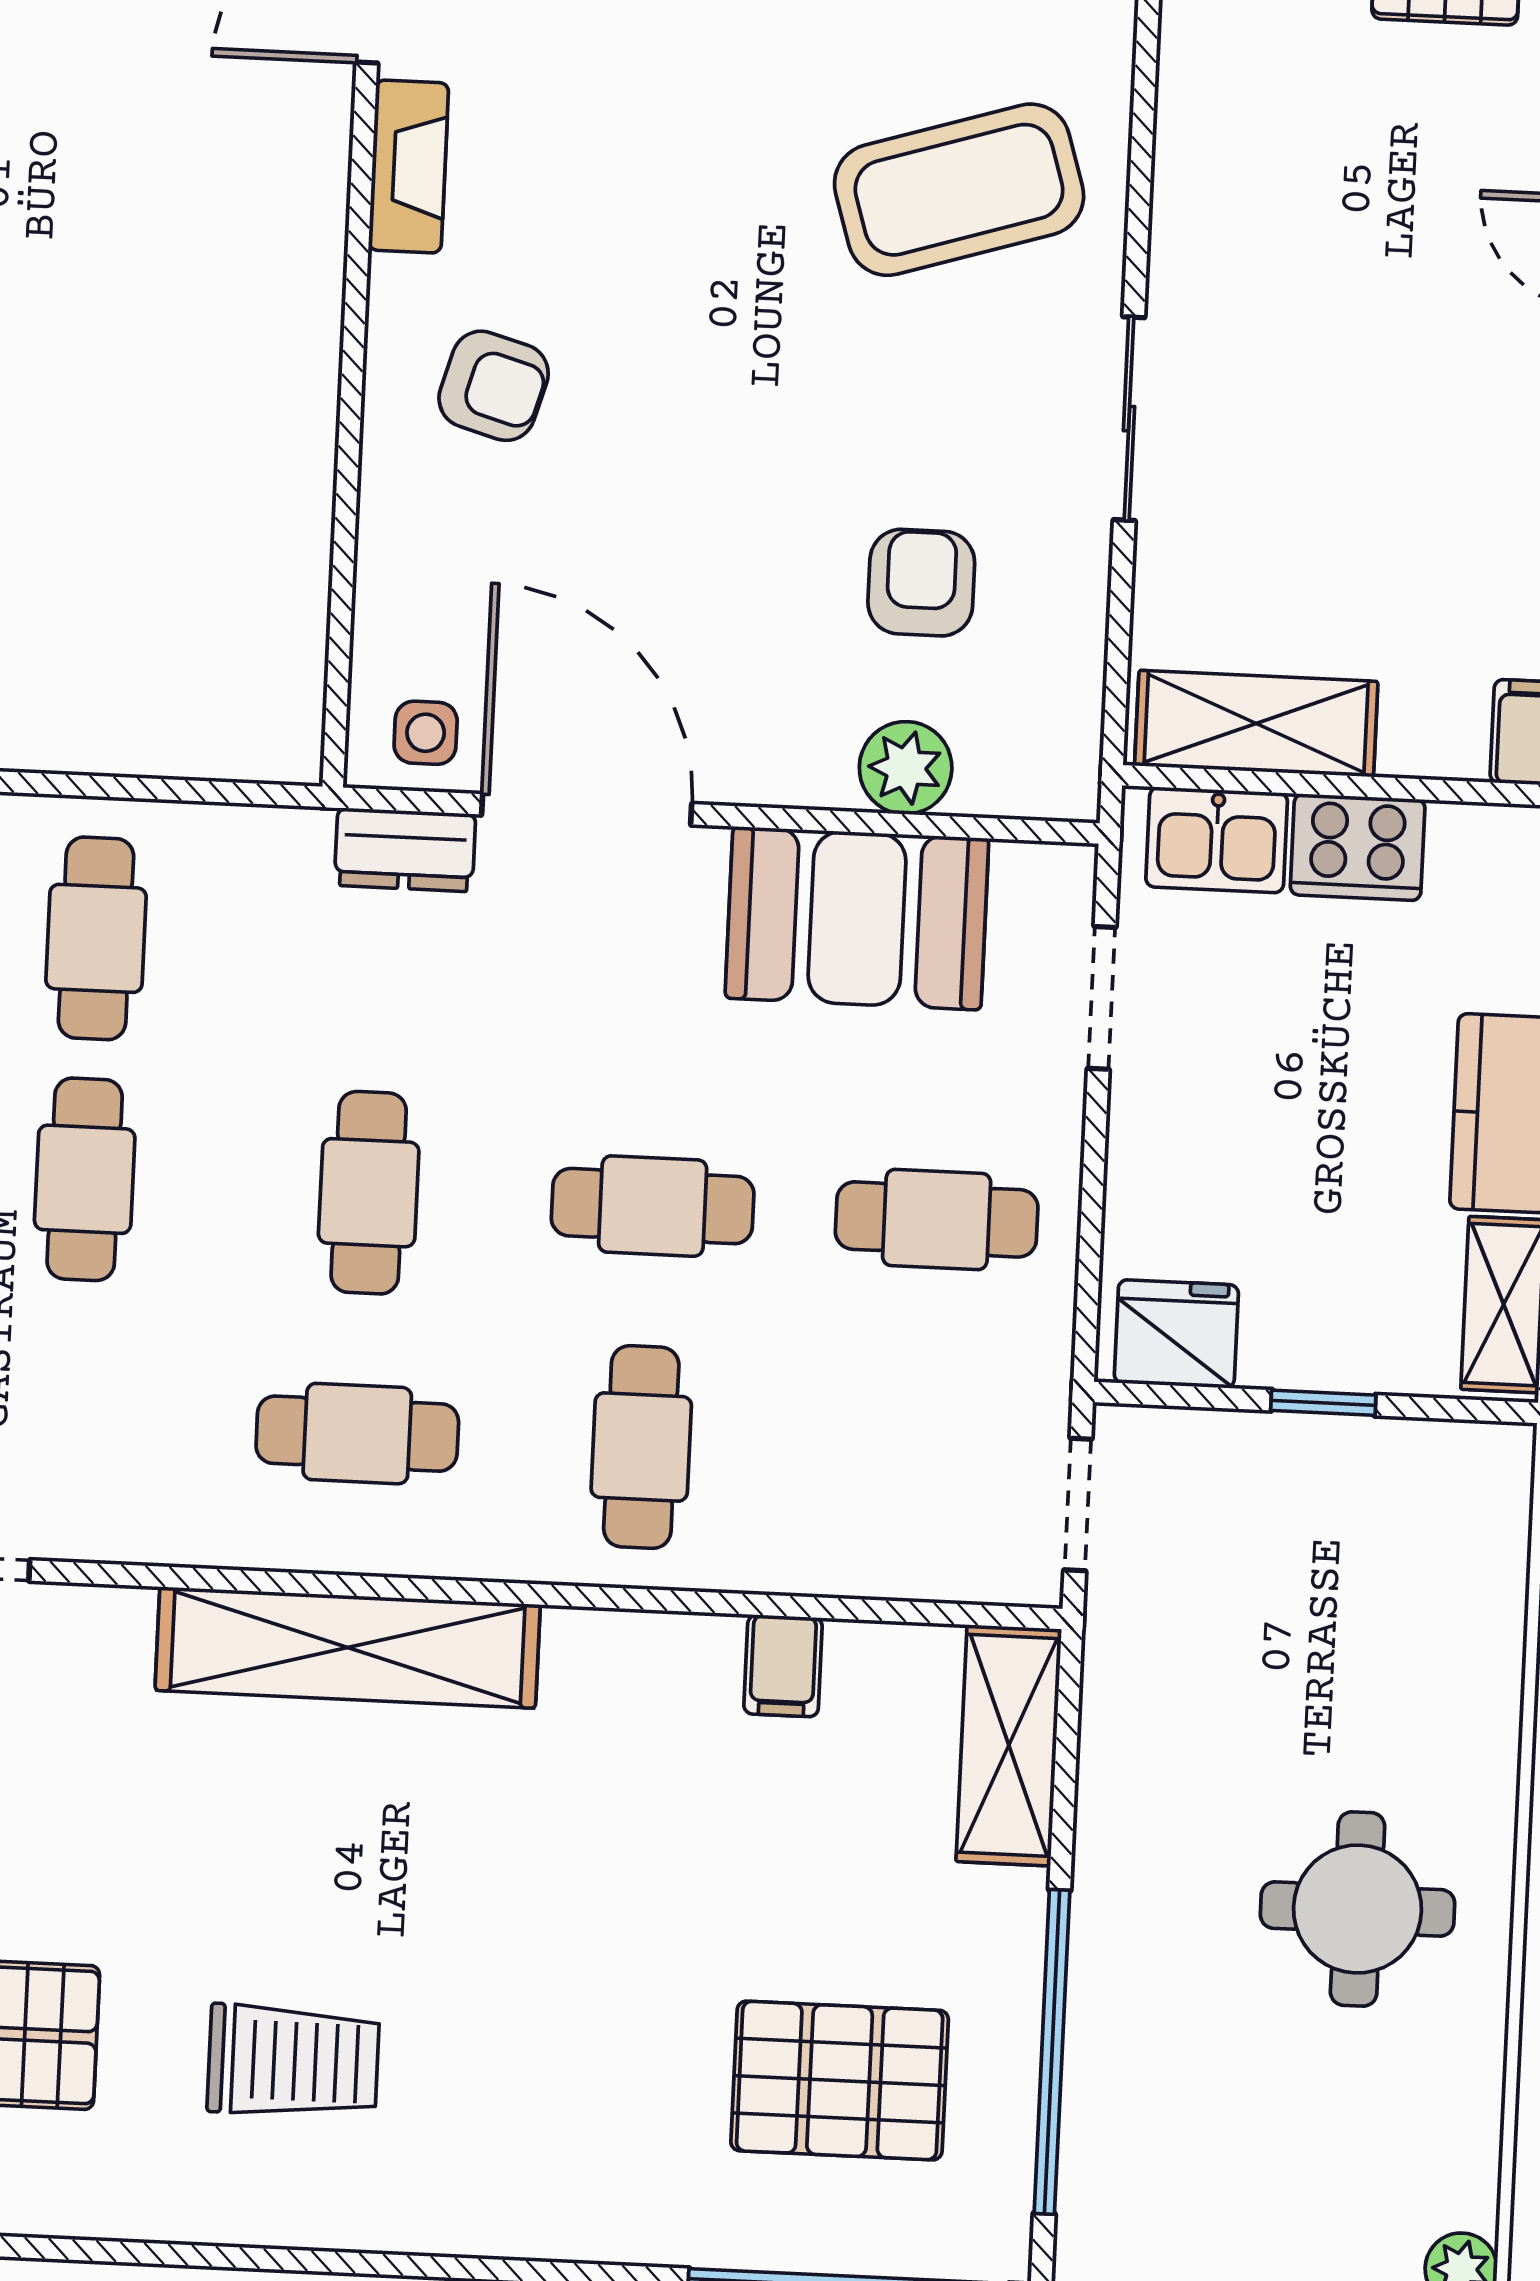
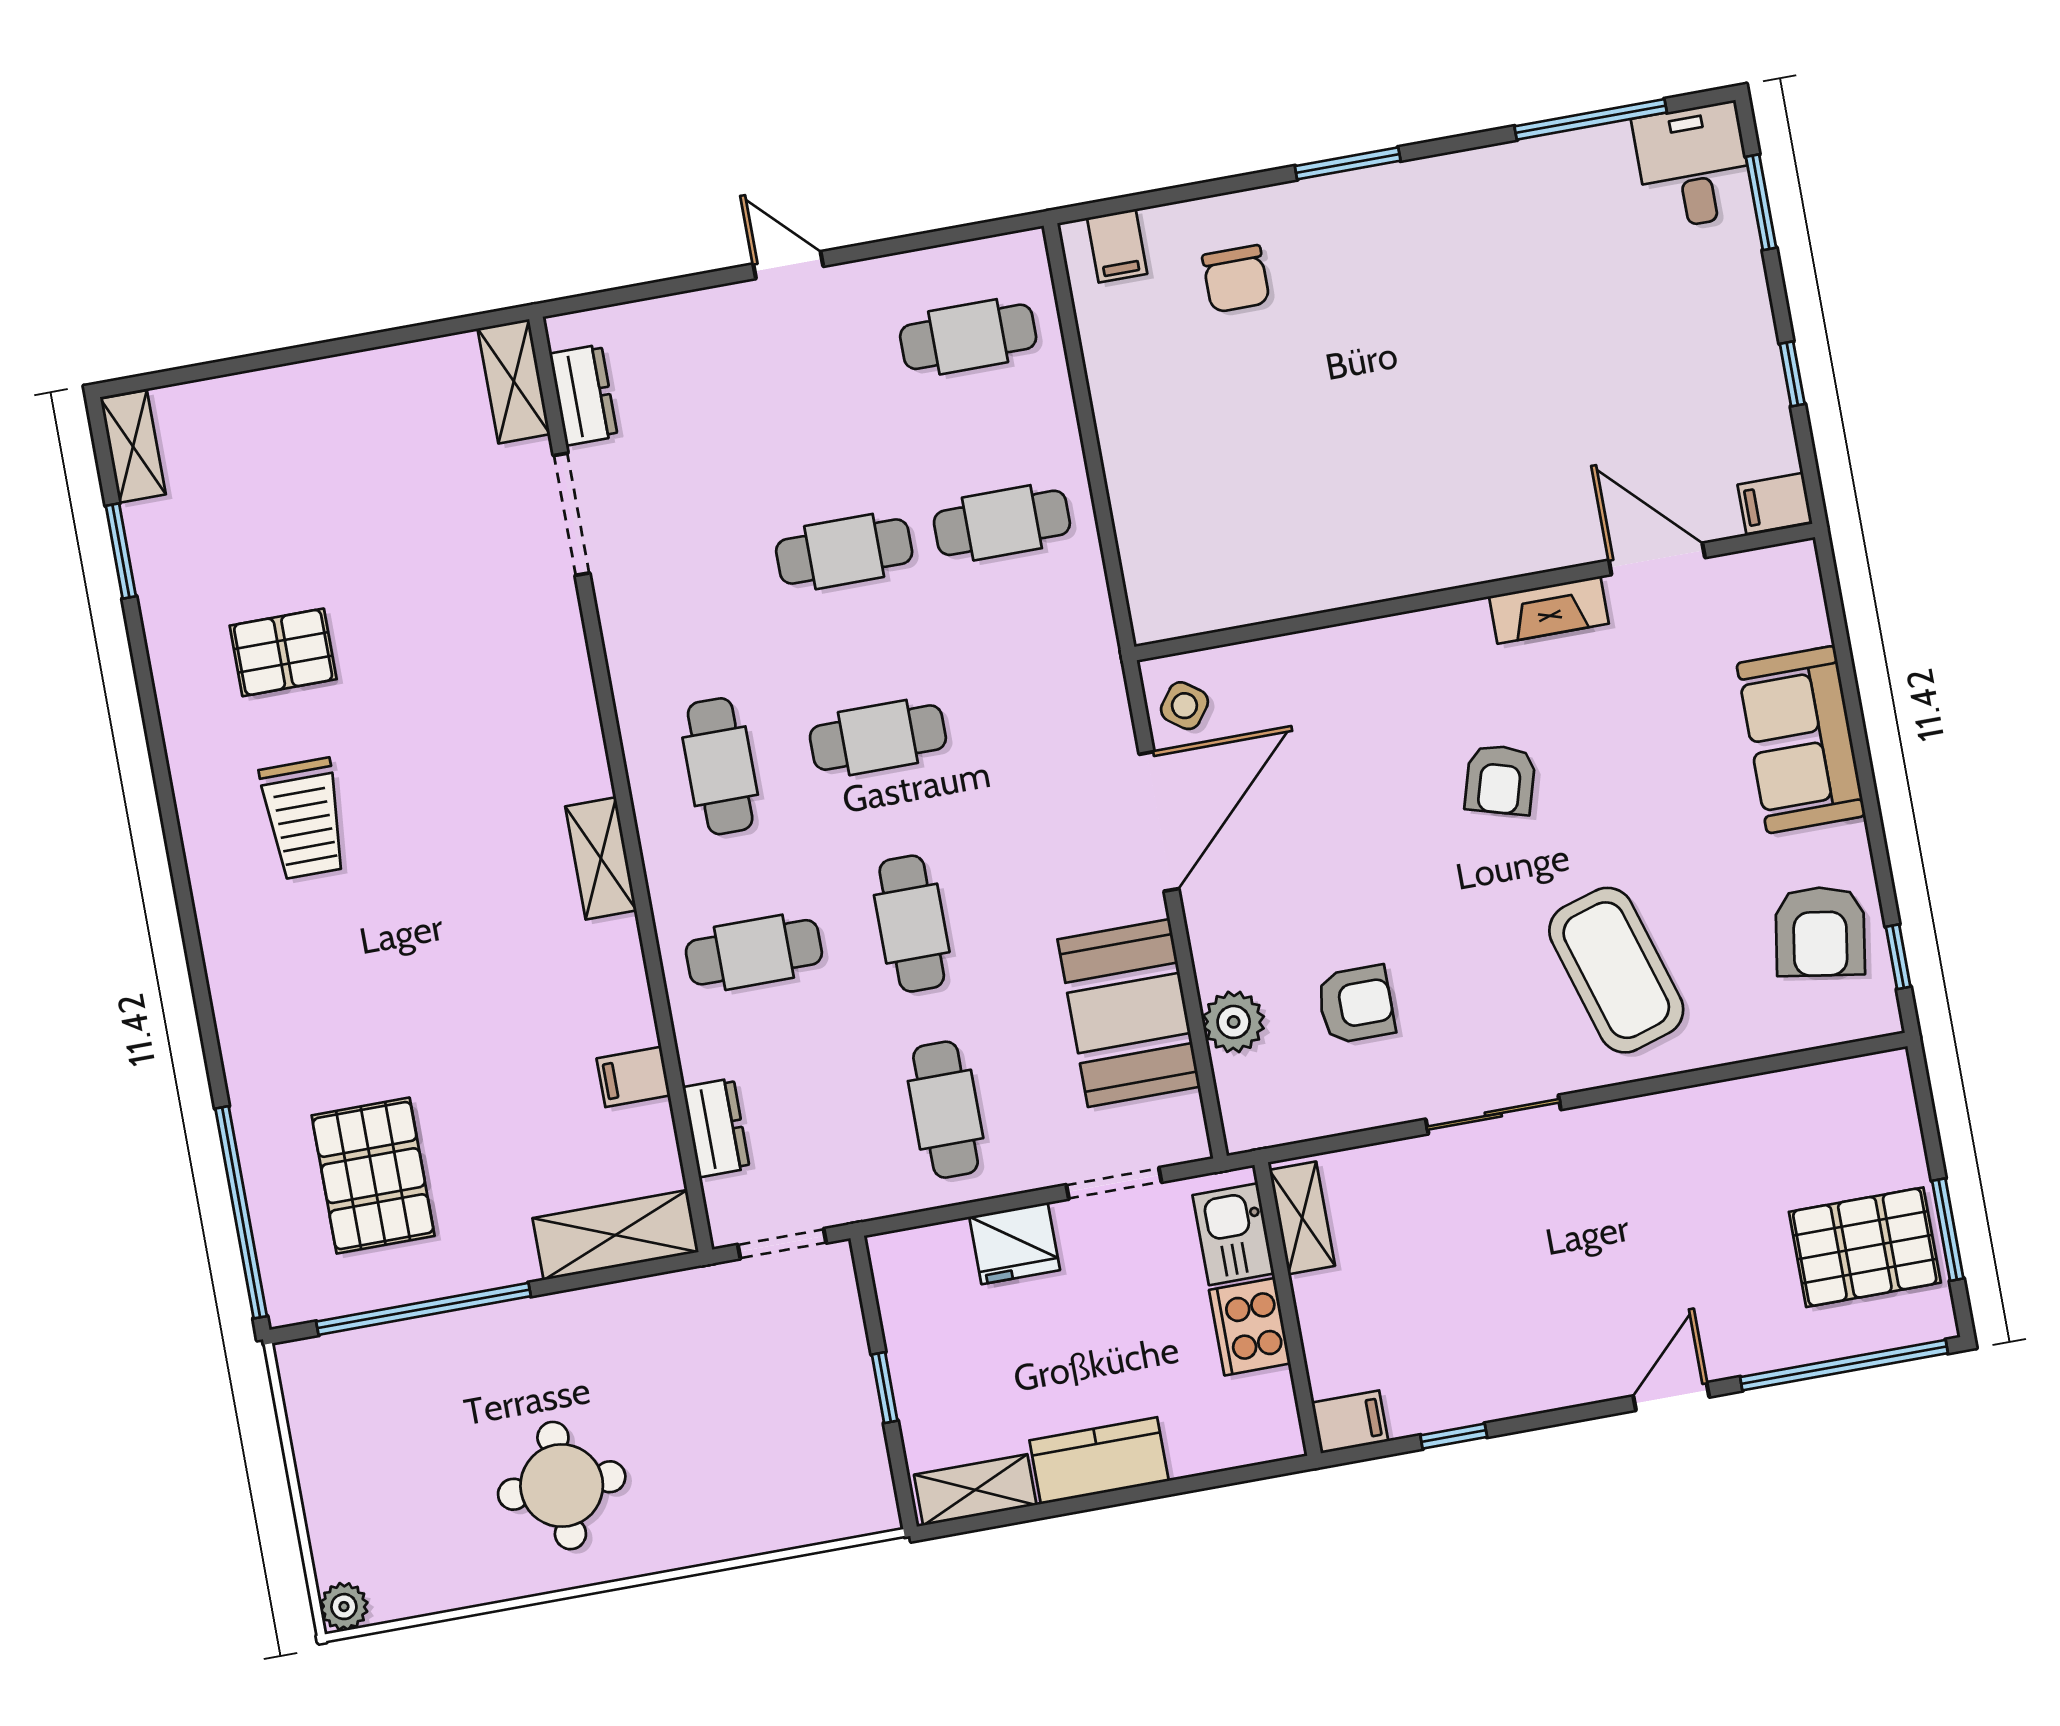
armchair: (494, 386) -> (1500, 780), moved
shelving: (1256, 724) -> (1302, 1218), width x0.67, depth x0.75
side table: (426, 733) -> (1184, 706), turned 36
dresser: (405, 850) -> (716, 1128), moved, turned 180
fridge: (1176, 1334) -> (1015, 1243), moved, turned 90
shelving: (348, 1648) -> (601, 858), width x0.45, depth x0.75

